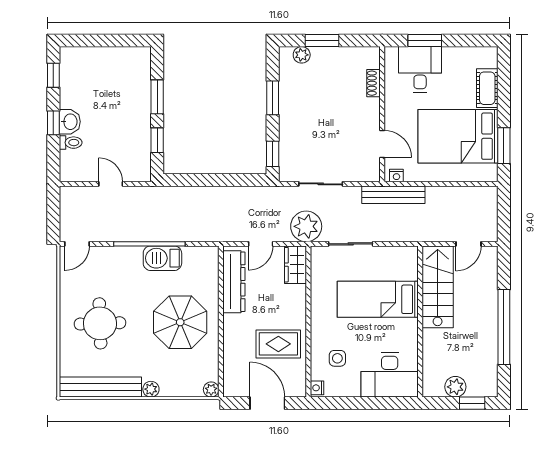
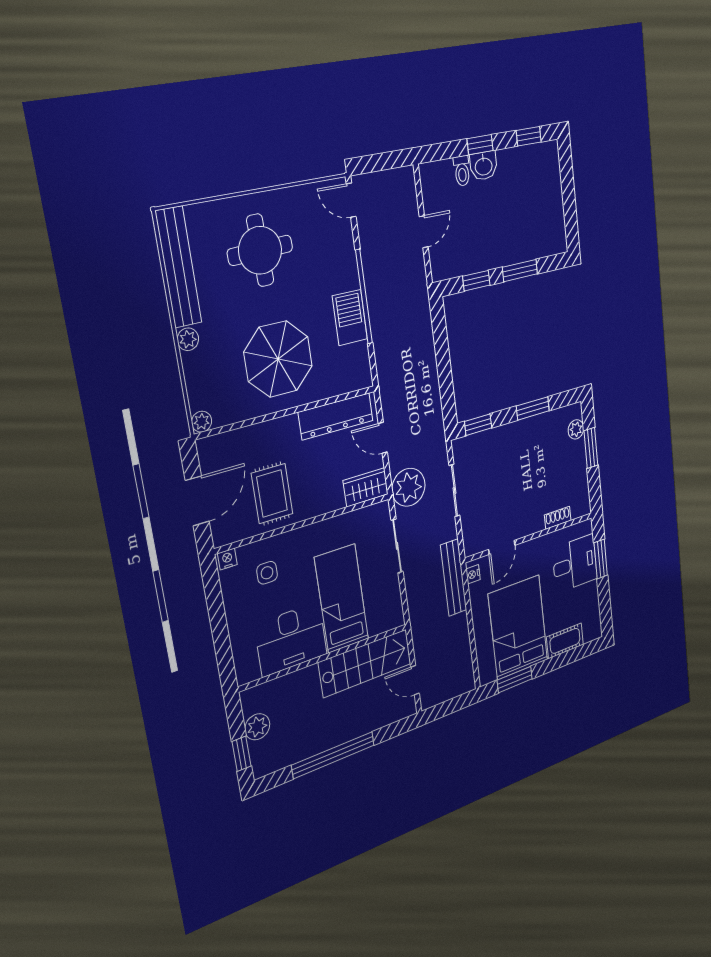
desk: (390, 375) -> (291, 639), moved, turned -90

